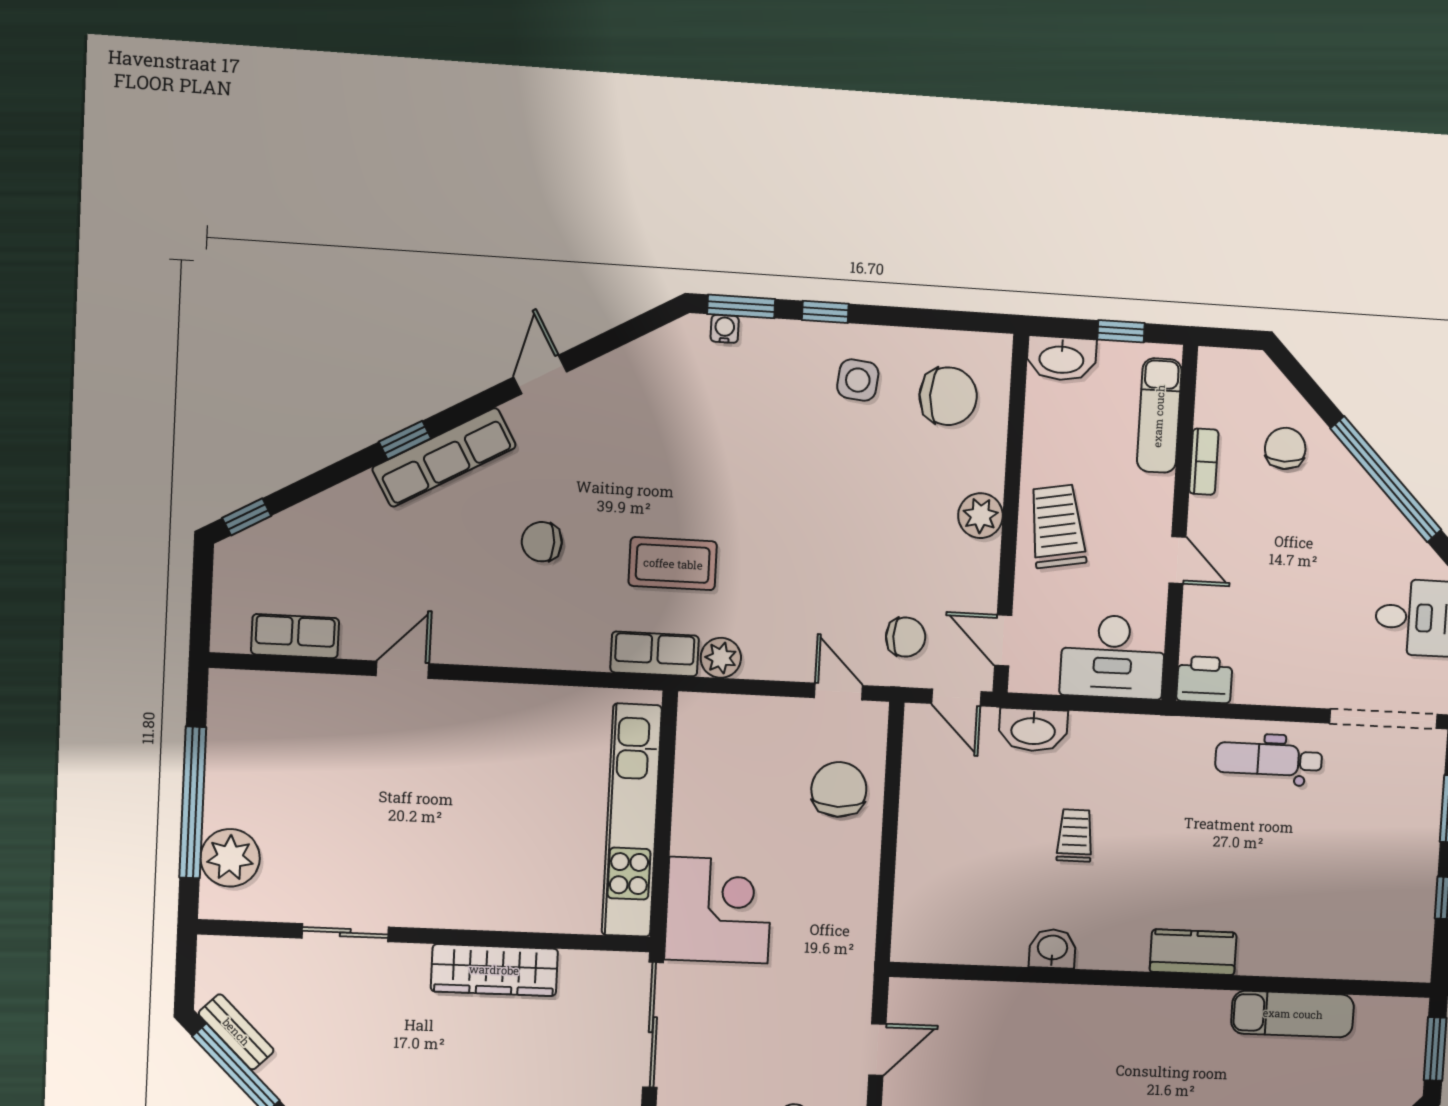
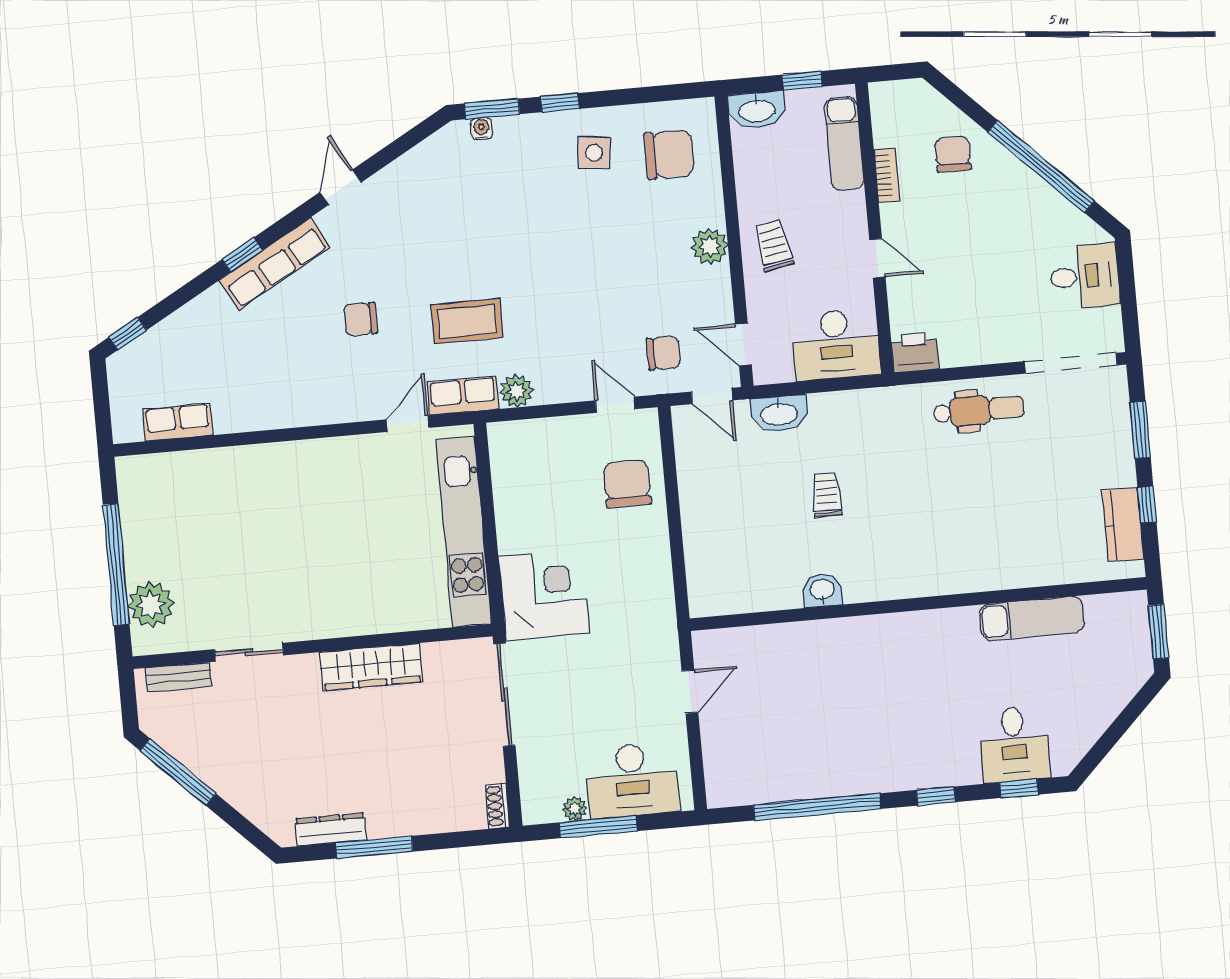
trolley: (1057, 526) -> (774, 246), width x0.73, depth x0.72
door: (403, 670) -> (408, 424), moved
dental chair: (1269, 759) -> (979, 410), turned 180
kitchen counter: (1193, 952) -> (1123, 525), moved, turned -90
bench: (236, 1032) -> (179, 677), moved, turned -45

